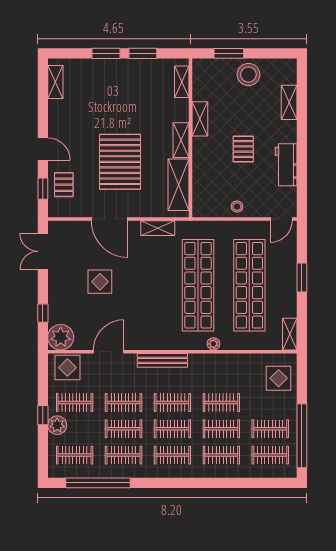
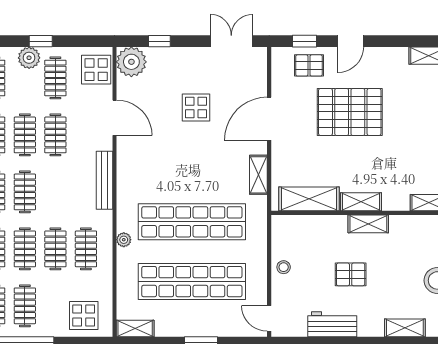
shelving: (200, 119) -> (368, 224), moved
pallet: (120, 162) -> (350, 112), moved
clothes rail: (172, 402) -> (86, 249), moved

